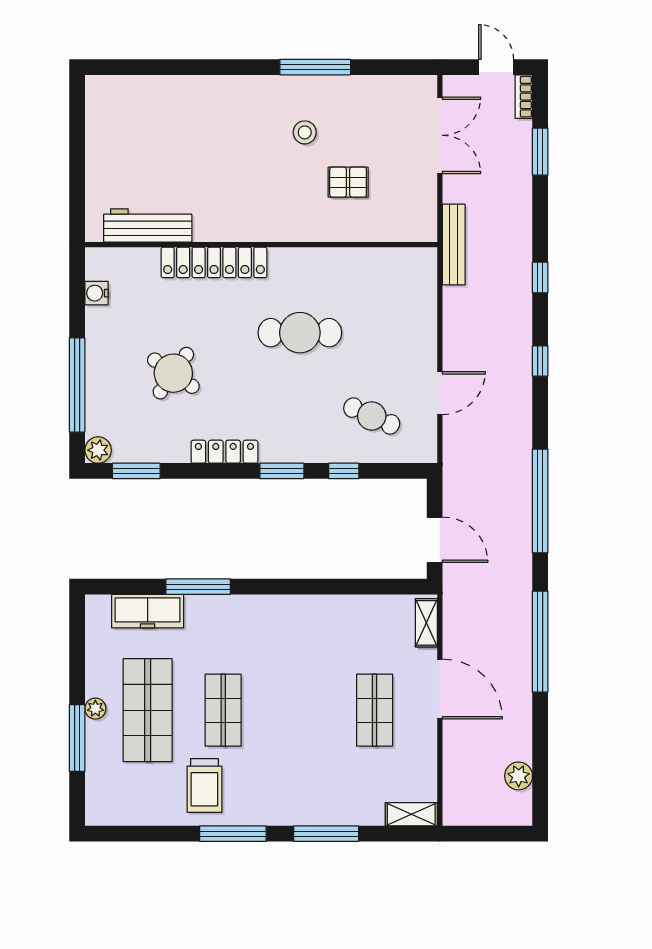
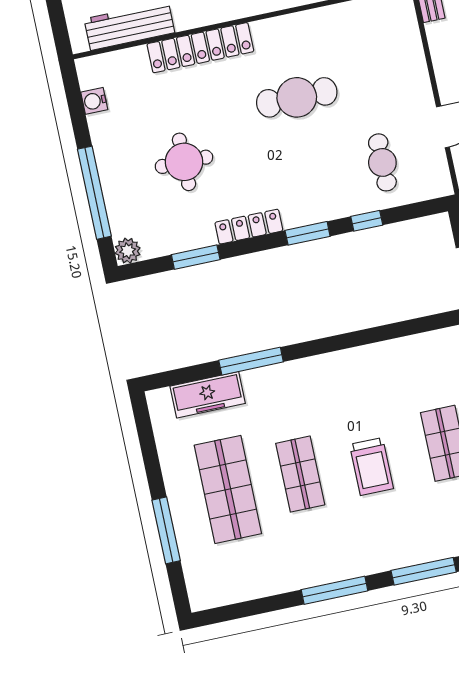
round table: (173, 373) -> (184, 162), turned -35
cafe table: (372, 416) -> (382, 162), turned 66
window: (136, 471) -> (196, 257), moved
plant: (95, 709) -> (178, 498), removed
trolley: (204, 785) -> (371, 467), moved

